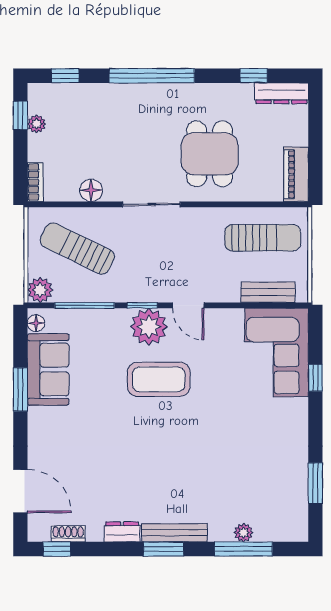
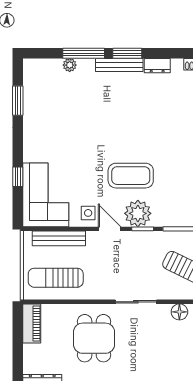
bench: (268, 292) -> (59, 238), width x1.36
side table: (218, 328) -> (88, 213), added
window: (243, 549) -> (84, 53), moved

